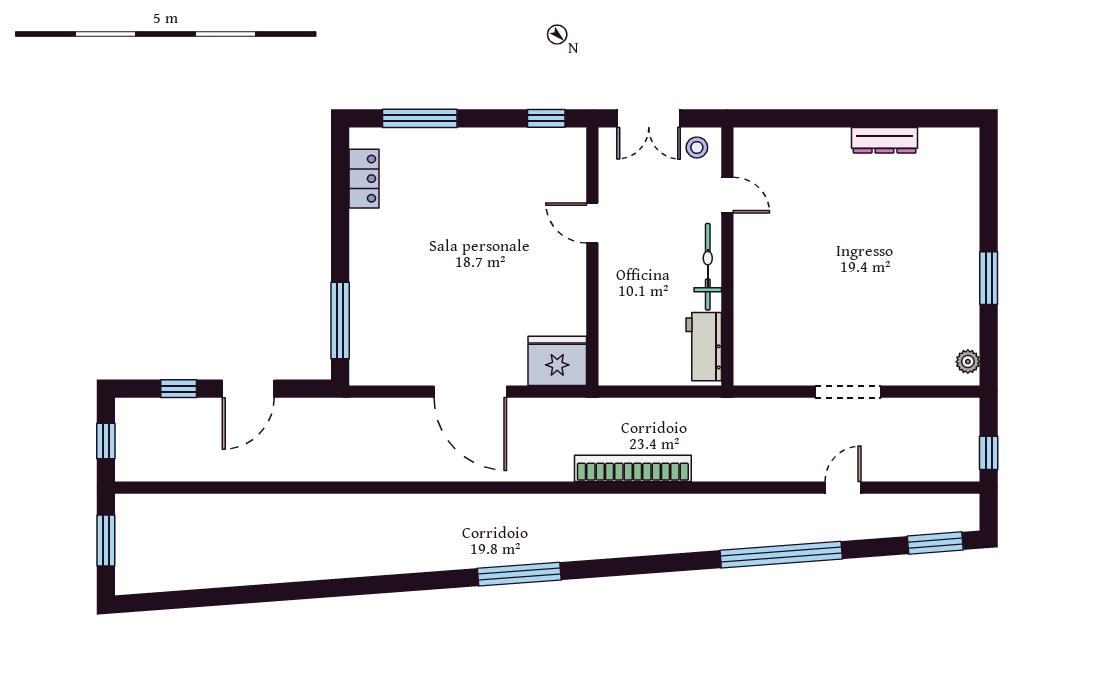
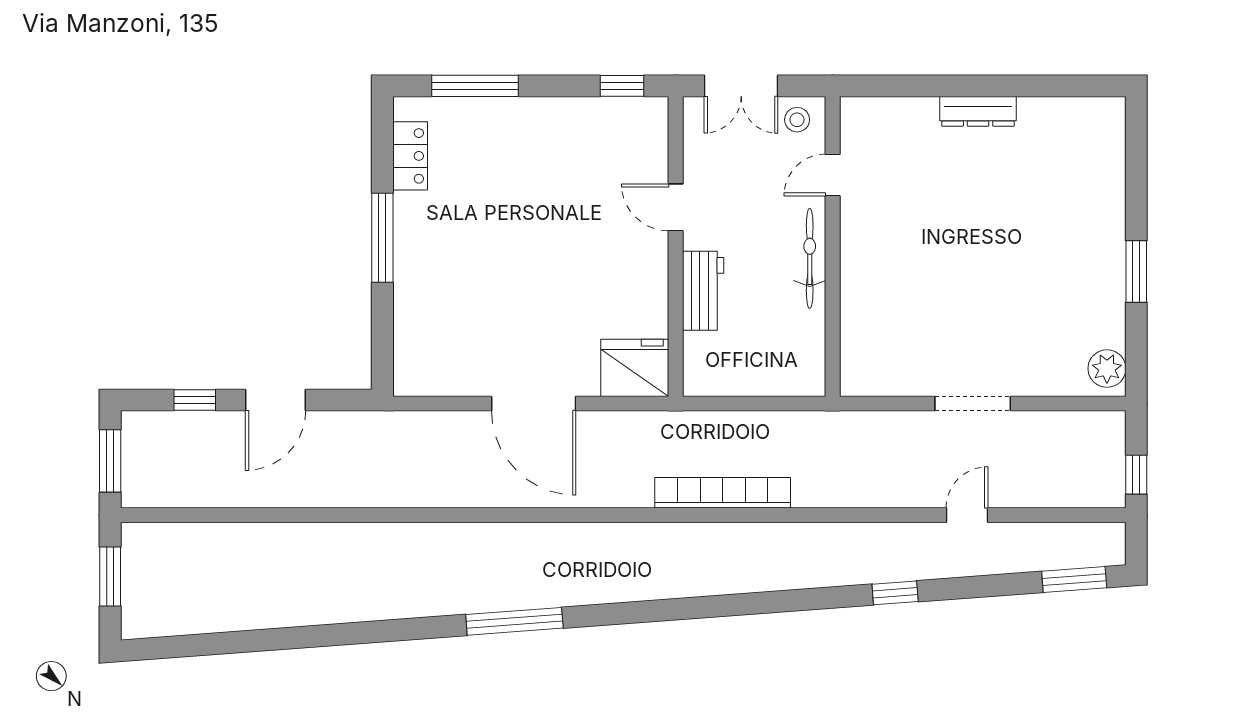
dresser: (885, 140) -> (978, 111), moved
door: (727, 195) -> (833, 175), swing flipped
window: (340, 321) -> (382, 238), moved
workbench: (704, 347) -> (703, 291), moved, turned 180
plant: (968, 362) -> (1107, 369), width x1.38, depth x1.38
window: (106, 441) -> (110, 461), width x1.50
window: (781, 555) -> (895, 593), width x0.32
window: (519, 574) -> (514, 621), moved

